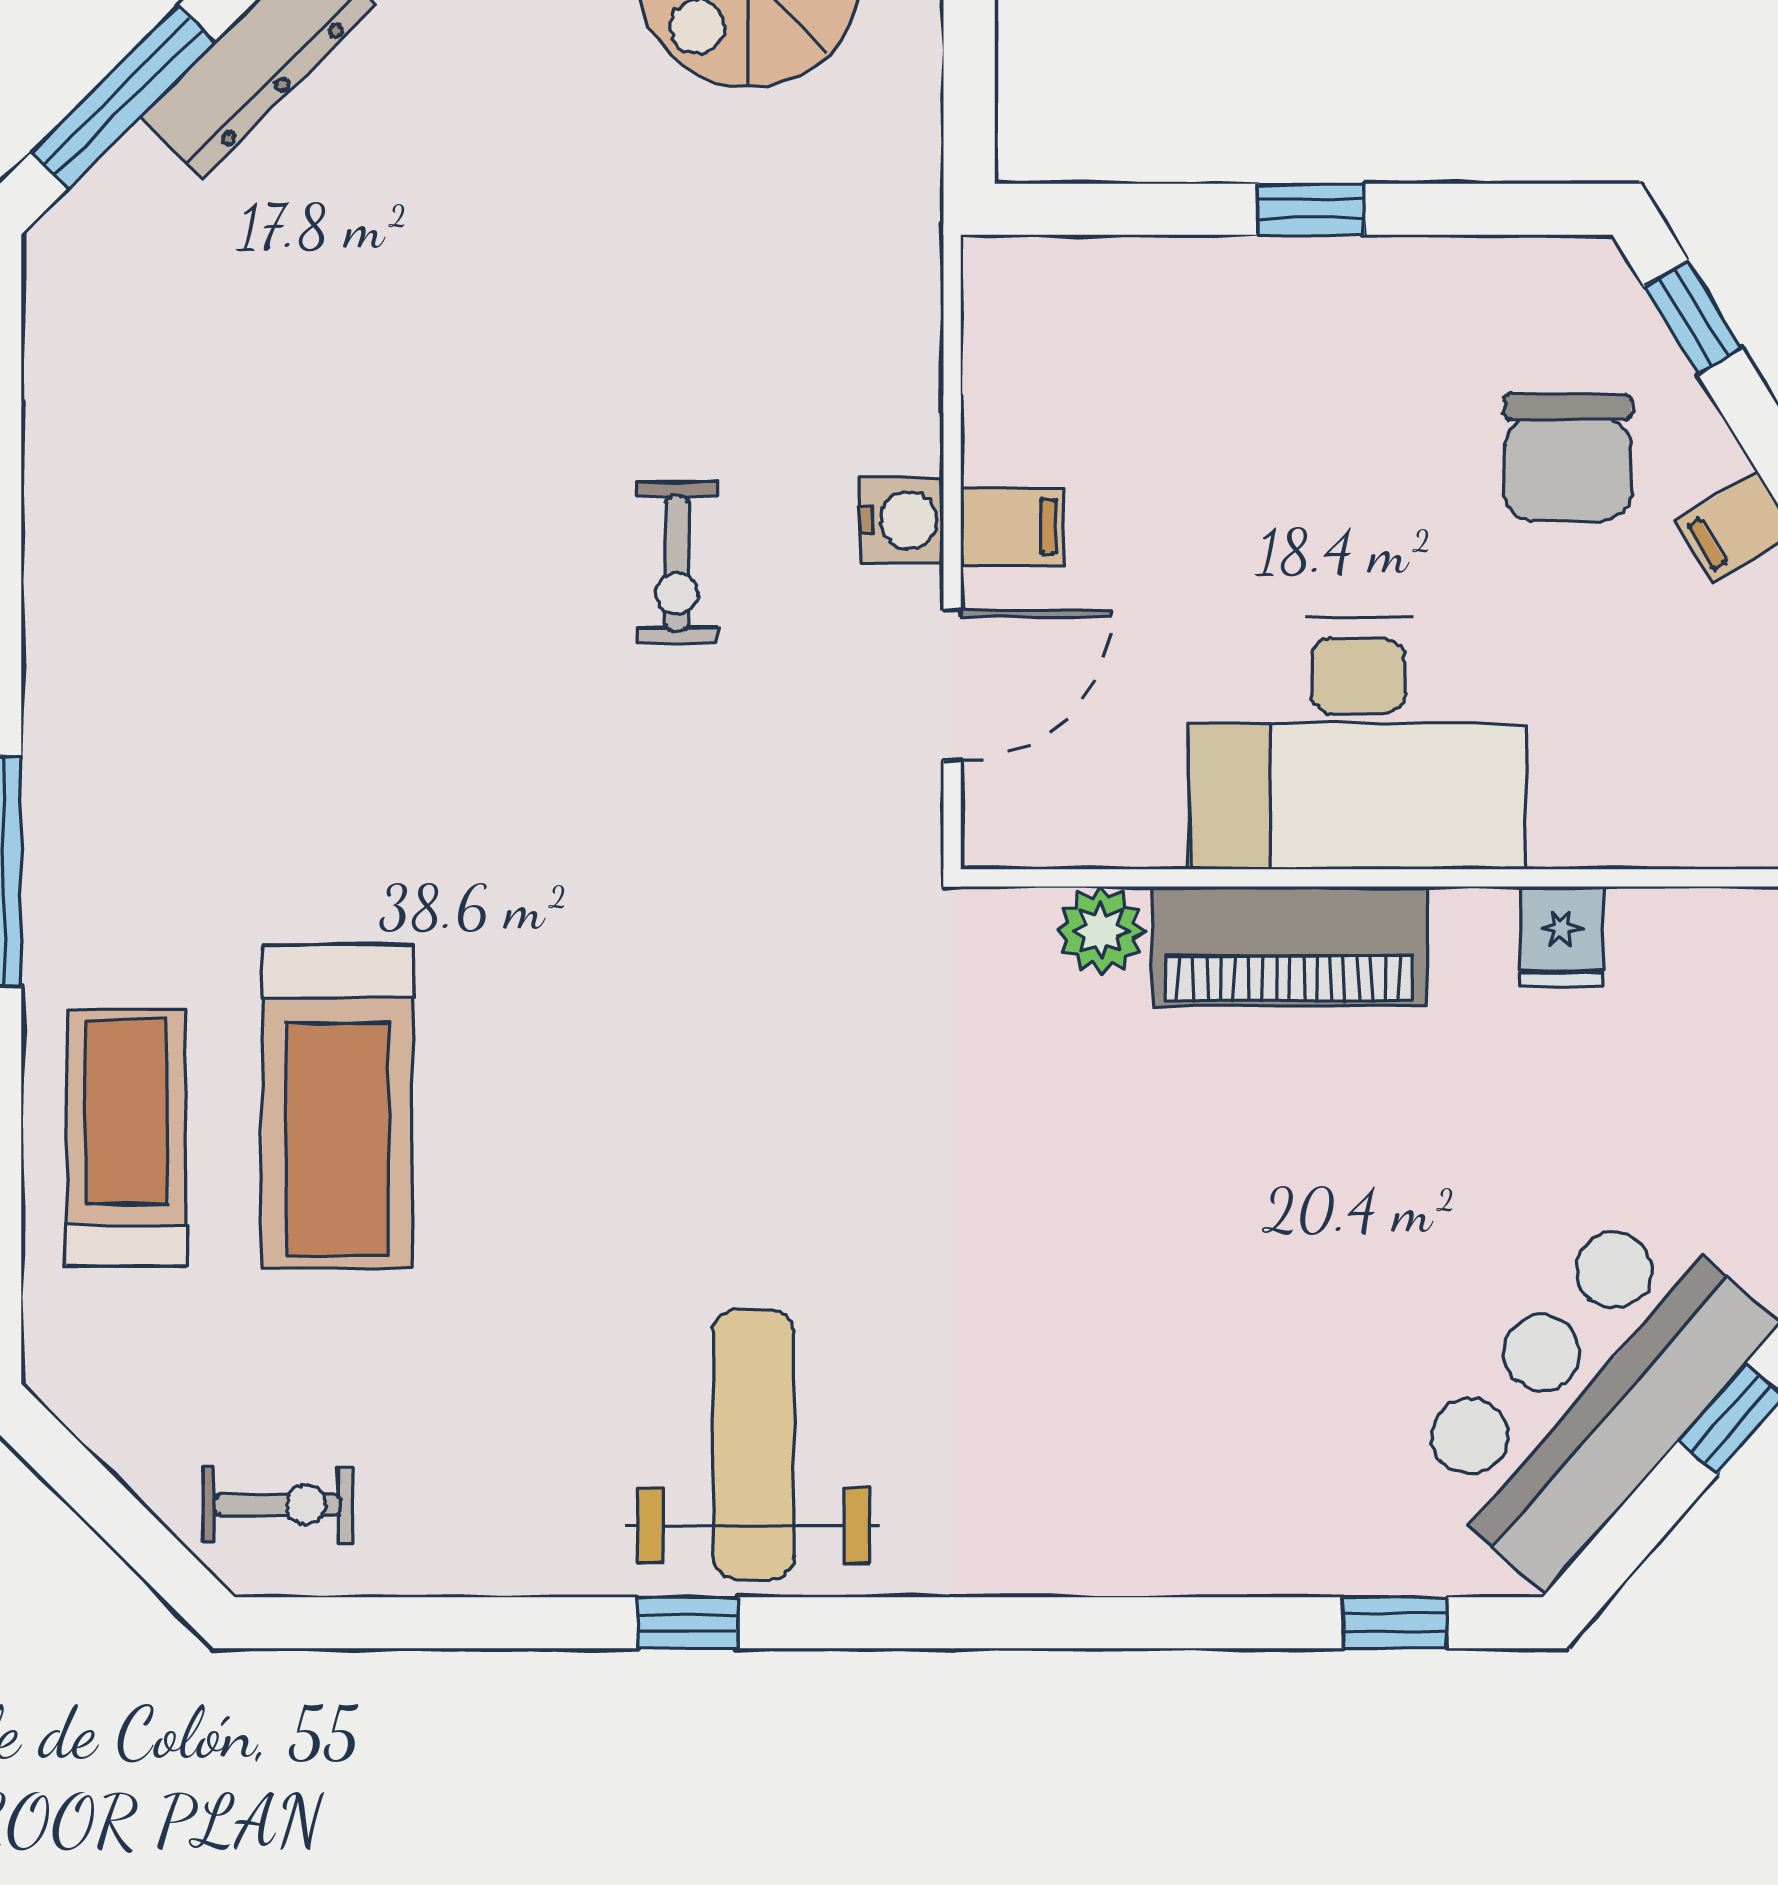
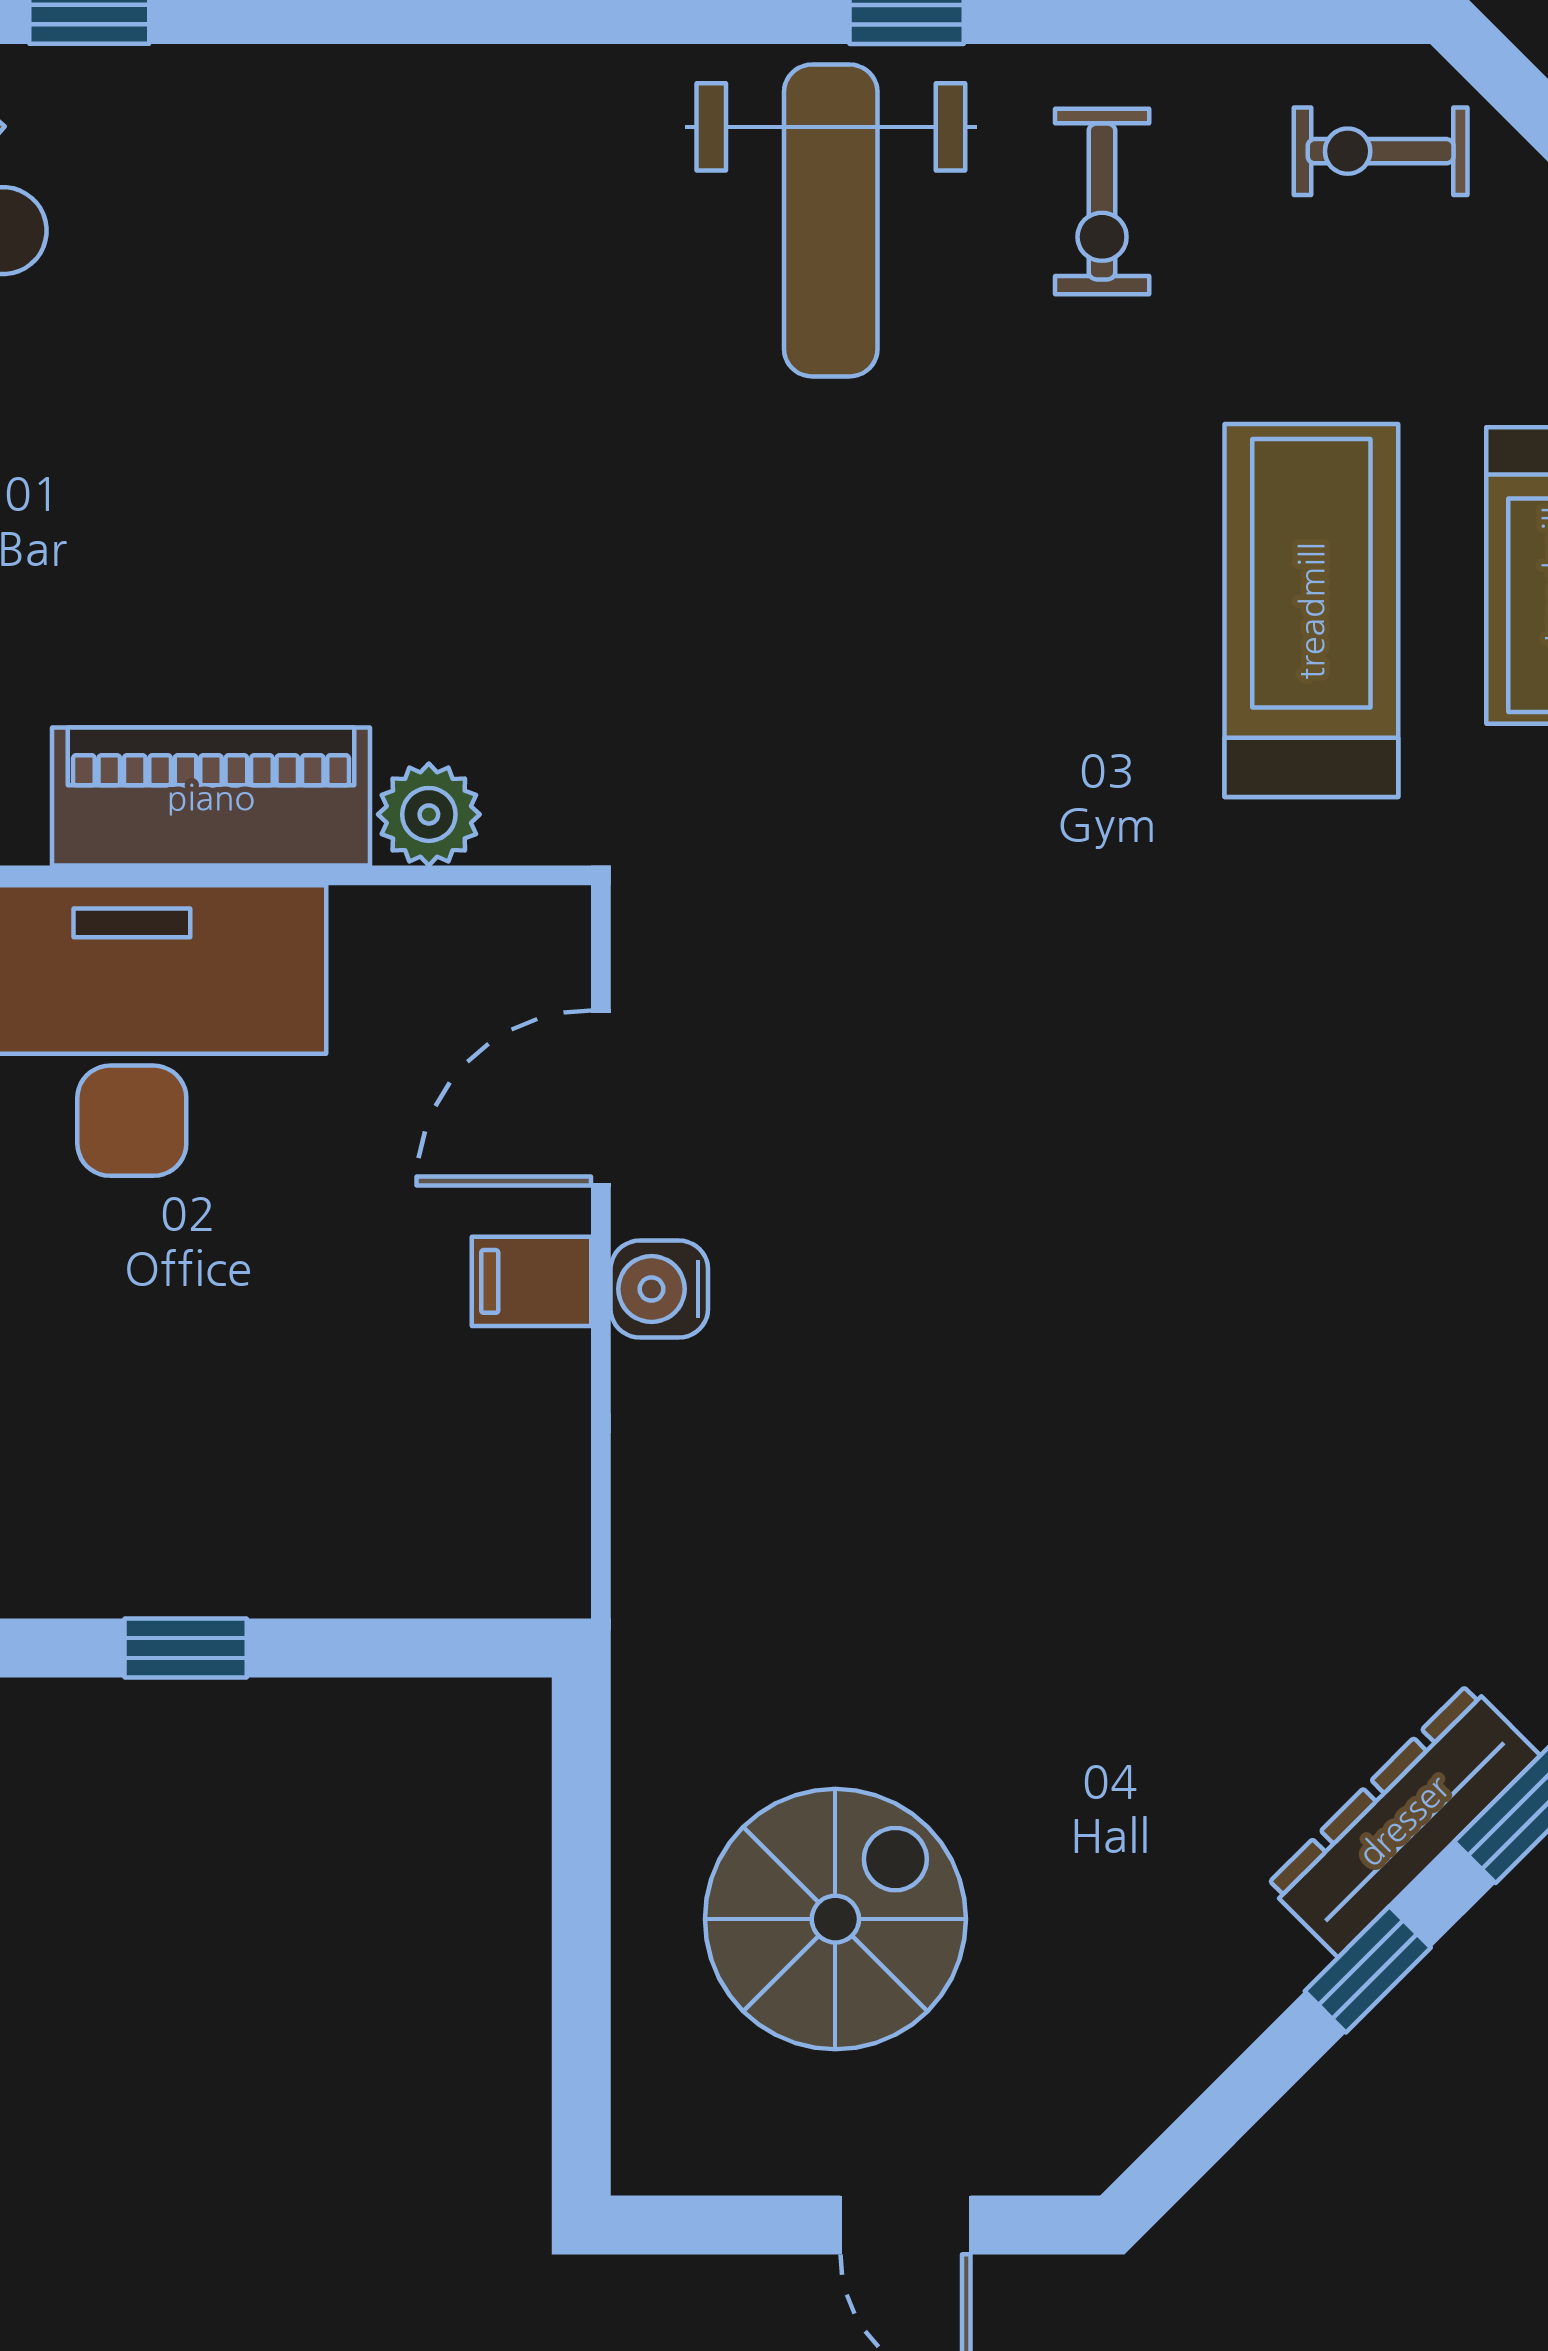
exercise bike: (677, 563) -> (1102, 201), moved, turned 180

